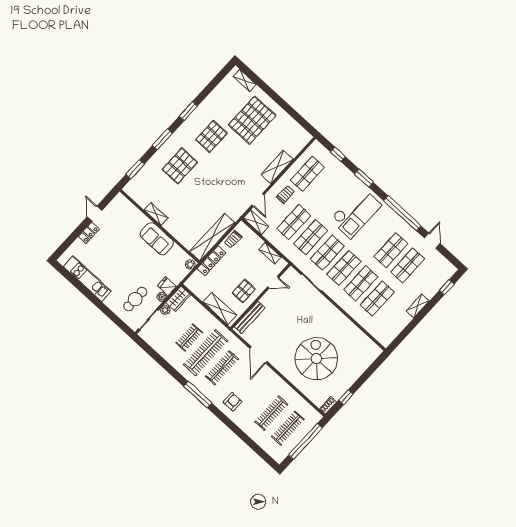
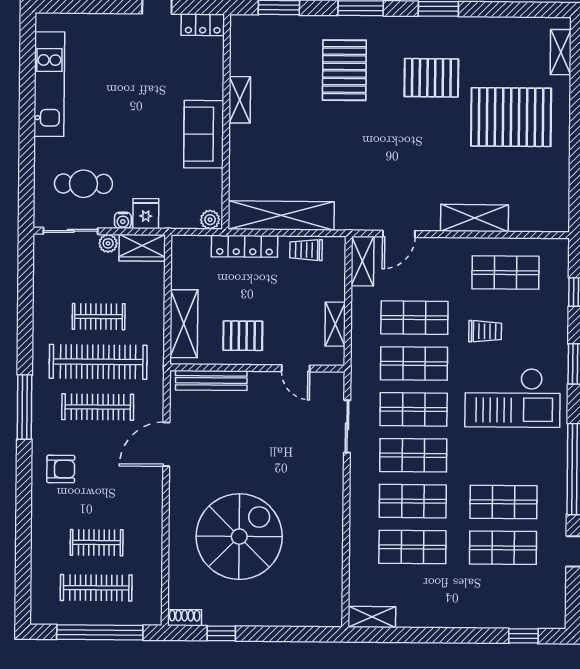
pallet: (180, 166) -> (344, 70), turned 90
trolley: (285, 195) -> (485, 331), moved
locker: (89, 233) -> (203, 25), moved
shelving: (418, 306) -> (372, 617), moved
clothes rail: (271, 413) -> (97, 543), width x0.73

